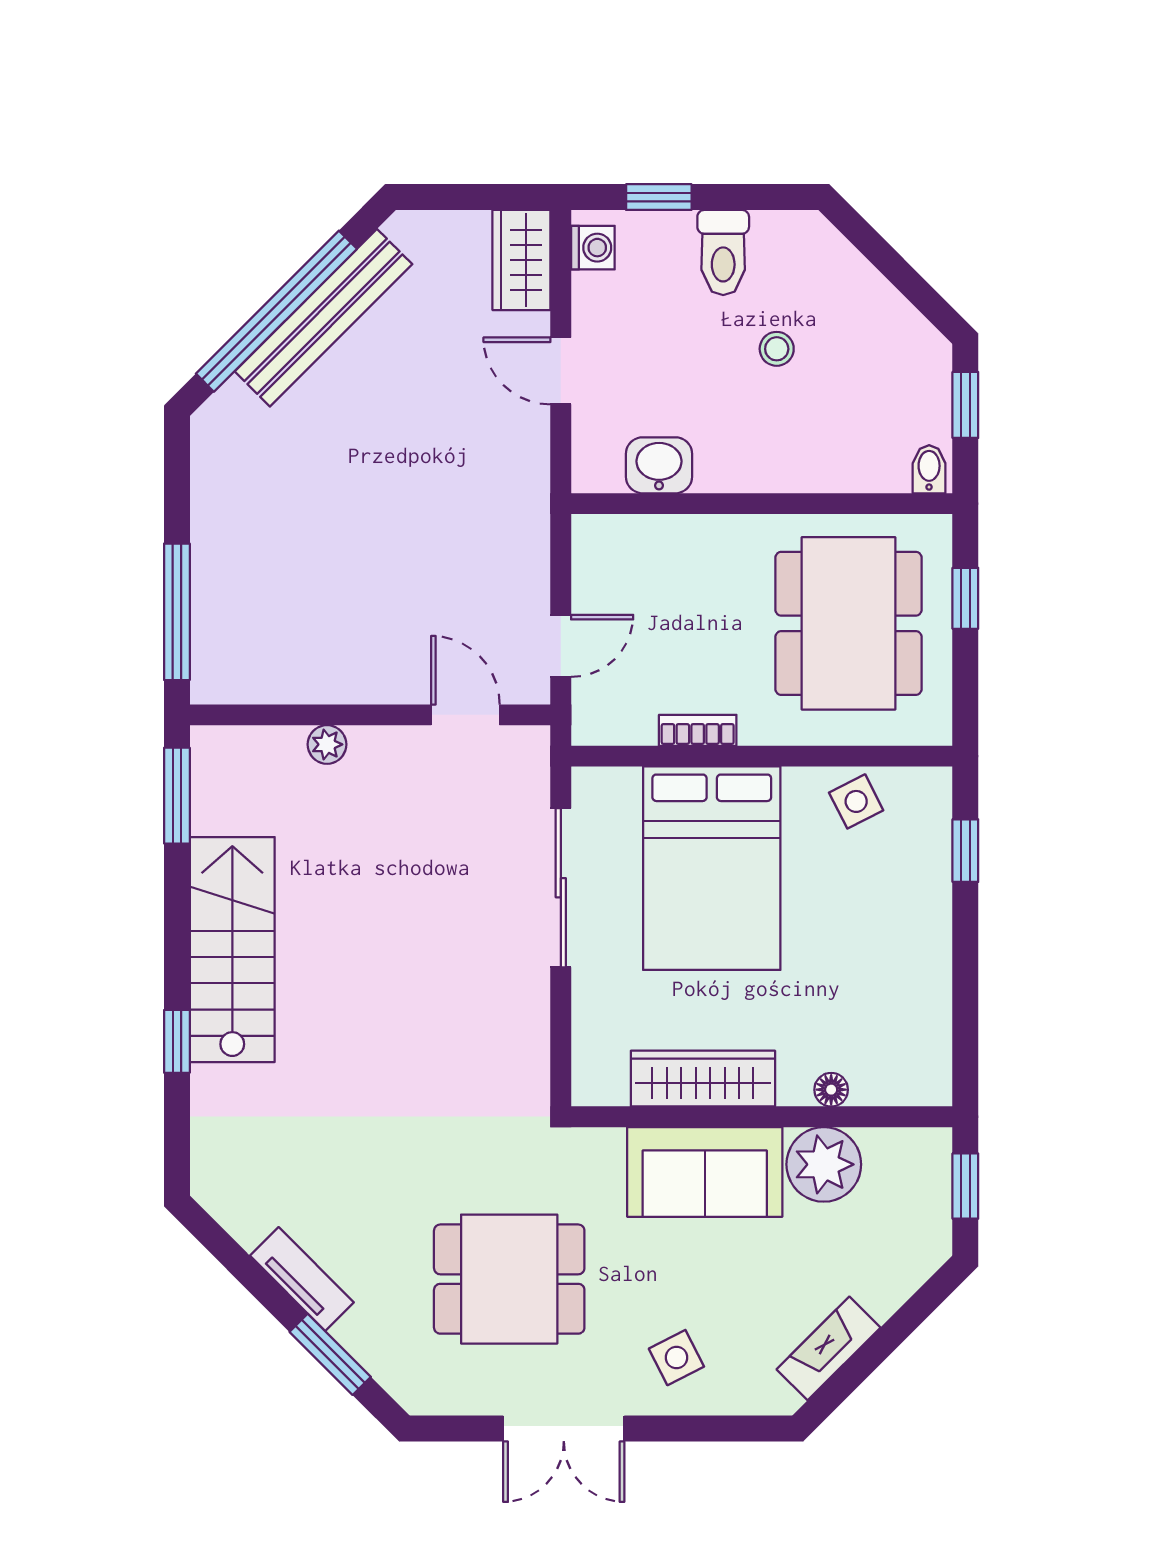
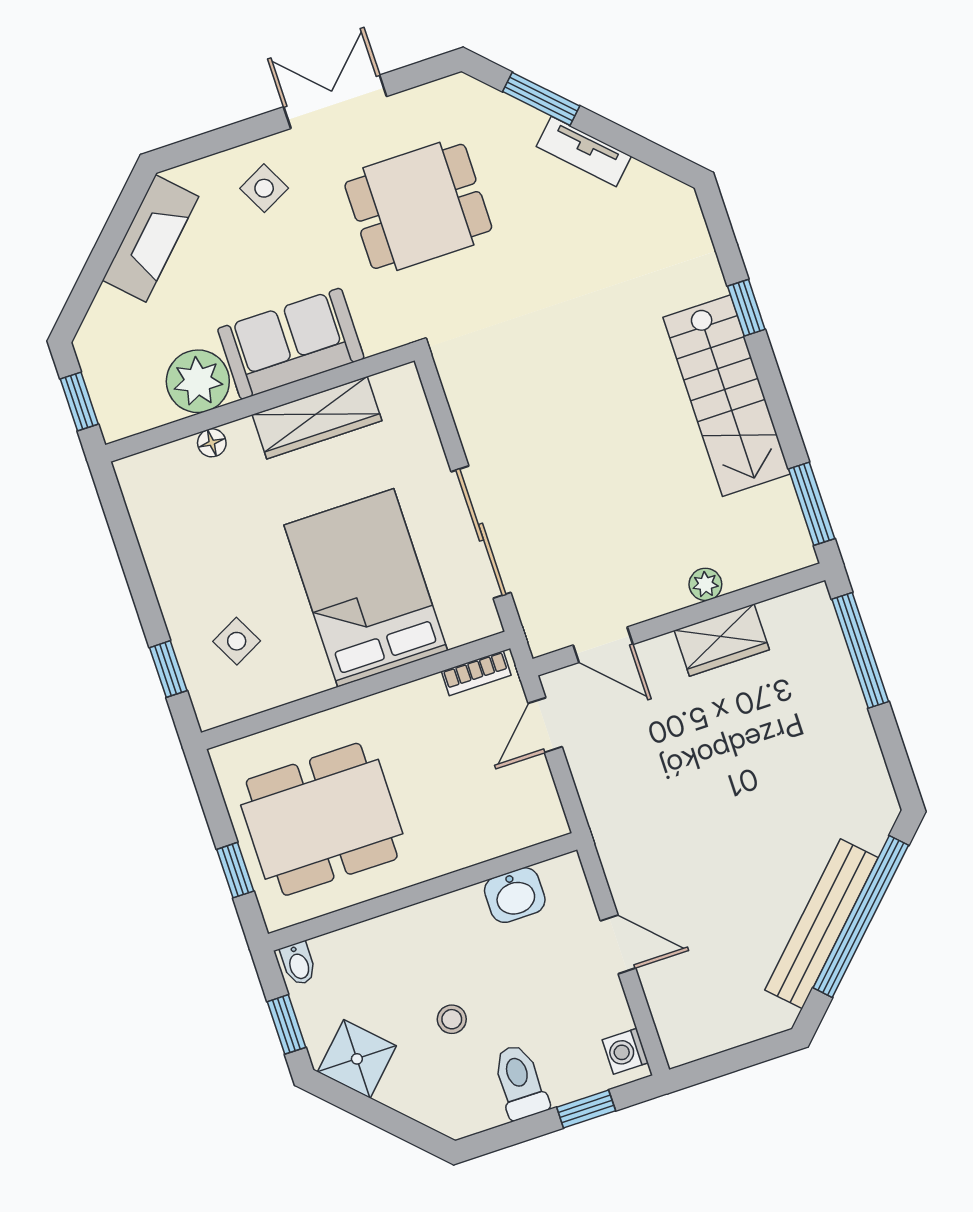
wardrobe: (521, 260) -> (722, 640), moved, turned 90
shower: (899, 340) -> (357, 1059), added
dining table: (848, 623) -> (322, 819), turned 90
bookcase: (698, 730) -> (476, 673), moved
side table: (856, 801) -> (237, 641), moved
fireplace: (828, 1348) -> (151, 238), width x1.37, depth x1.32

